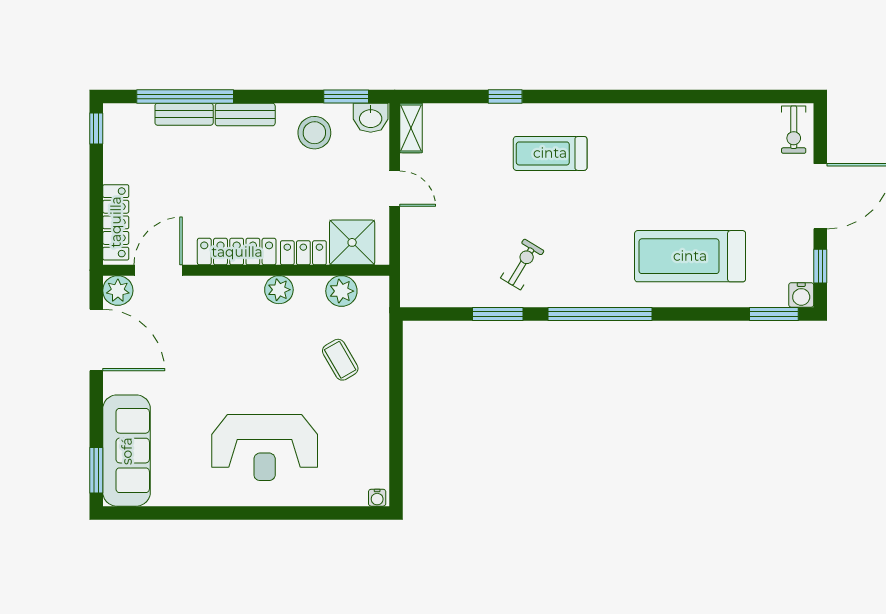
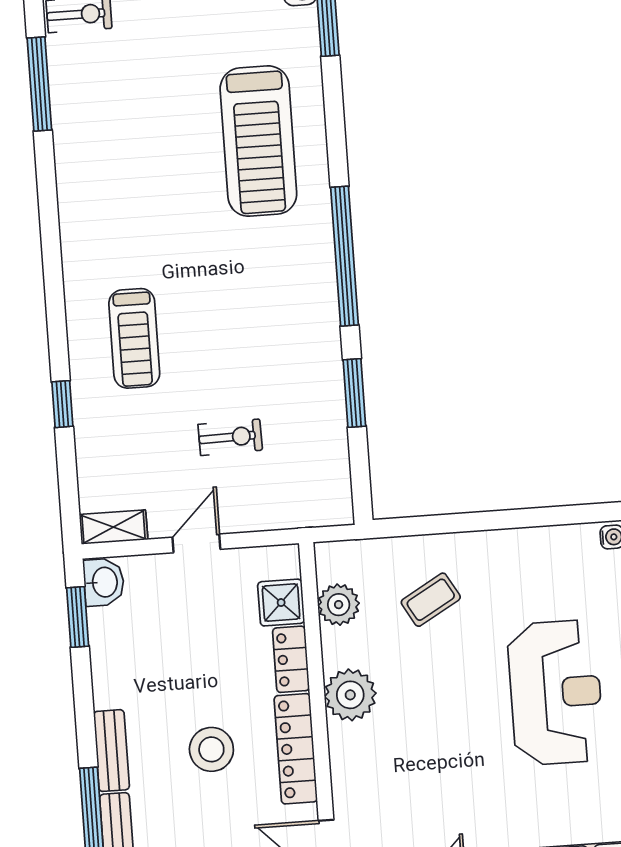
window: (744, 97) -> (39, 84), added
stool: (314, 133) -> (211, 749), moved
shower: (352, 242) -> (281, 603), width x0.73, depth x0.73
exercise bike: (522, 264) -> (230, 437), moved, turned 148
plant: (279, 290) -> (350, 695), width x1.36, depth x1.36

